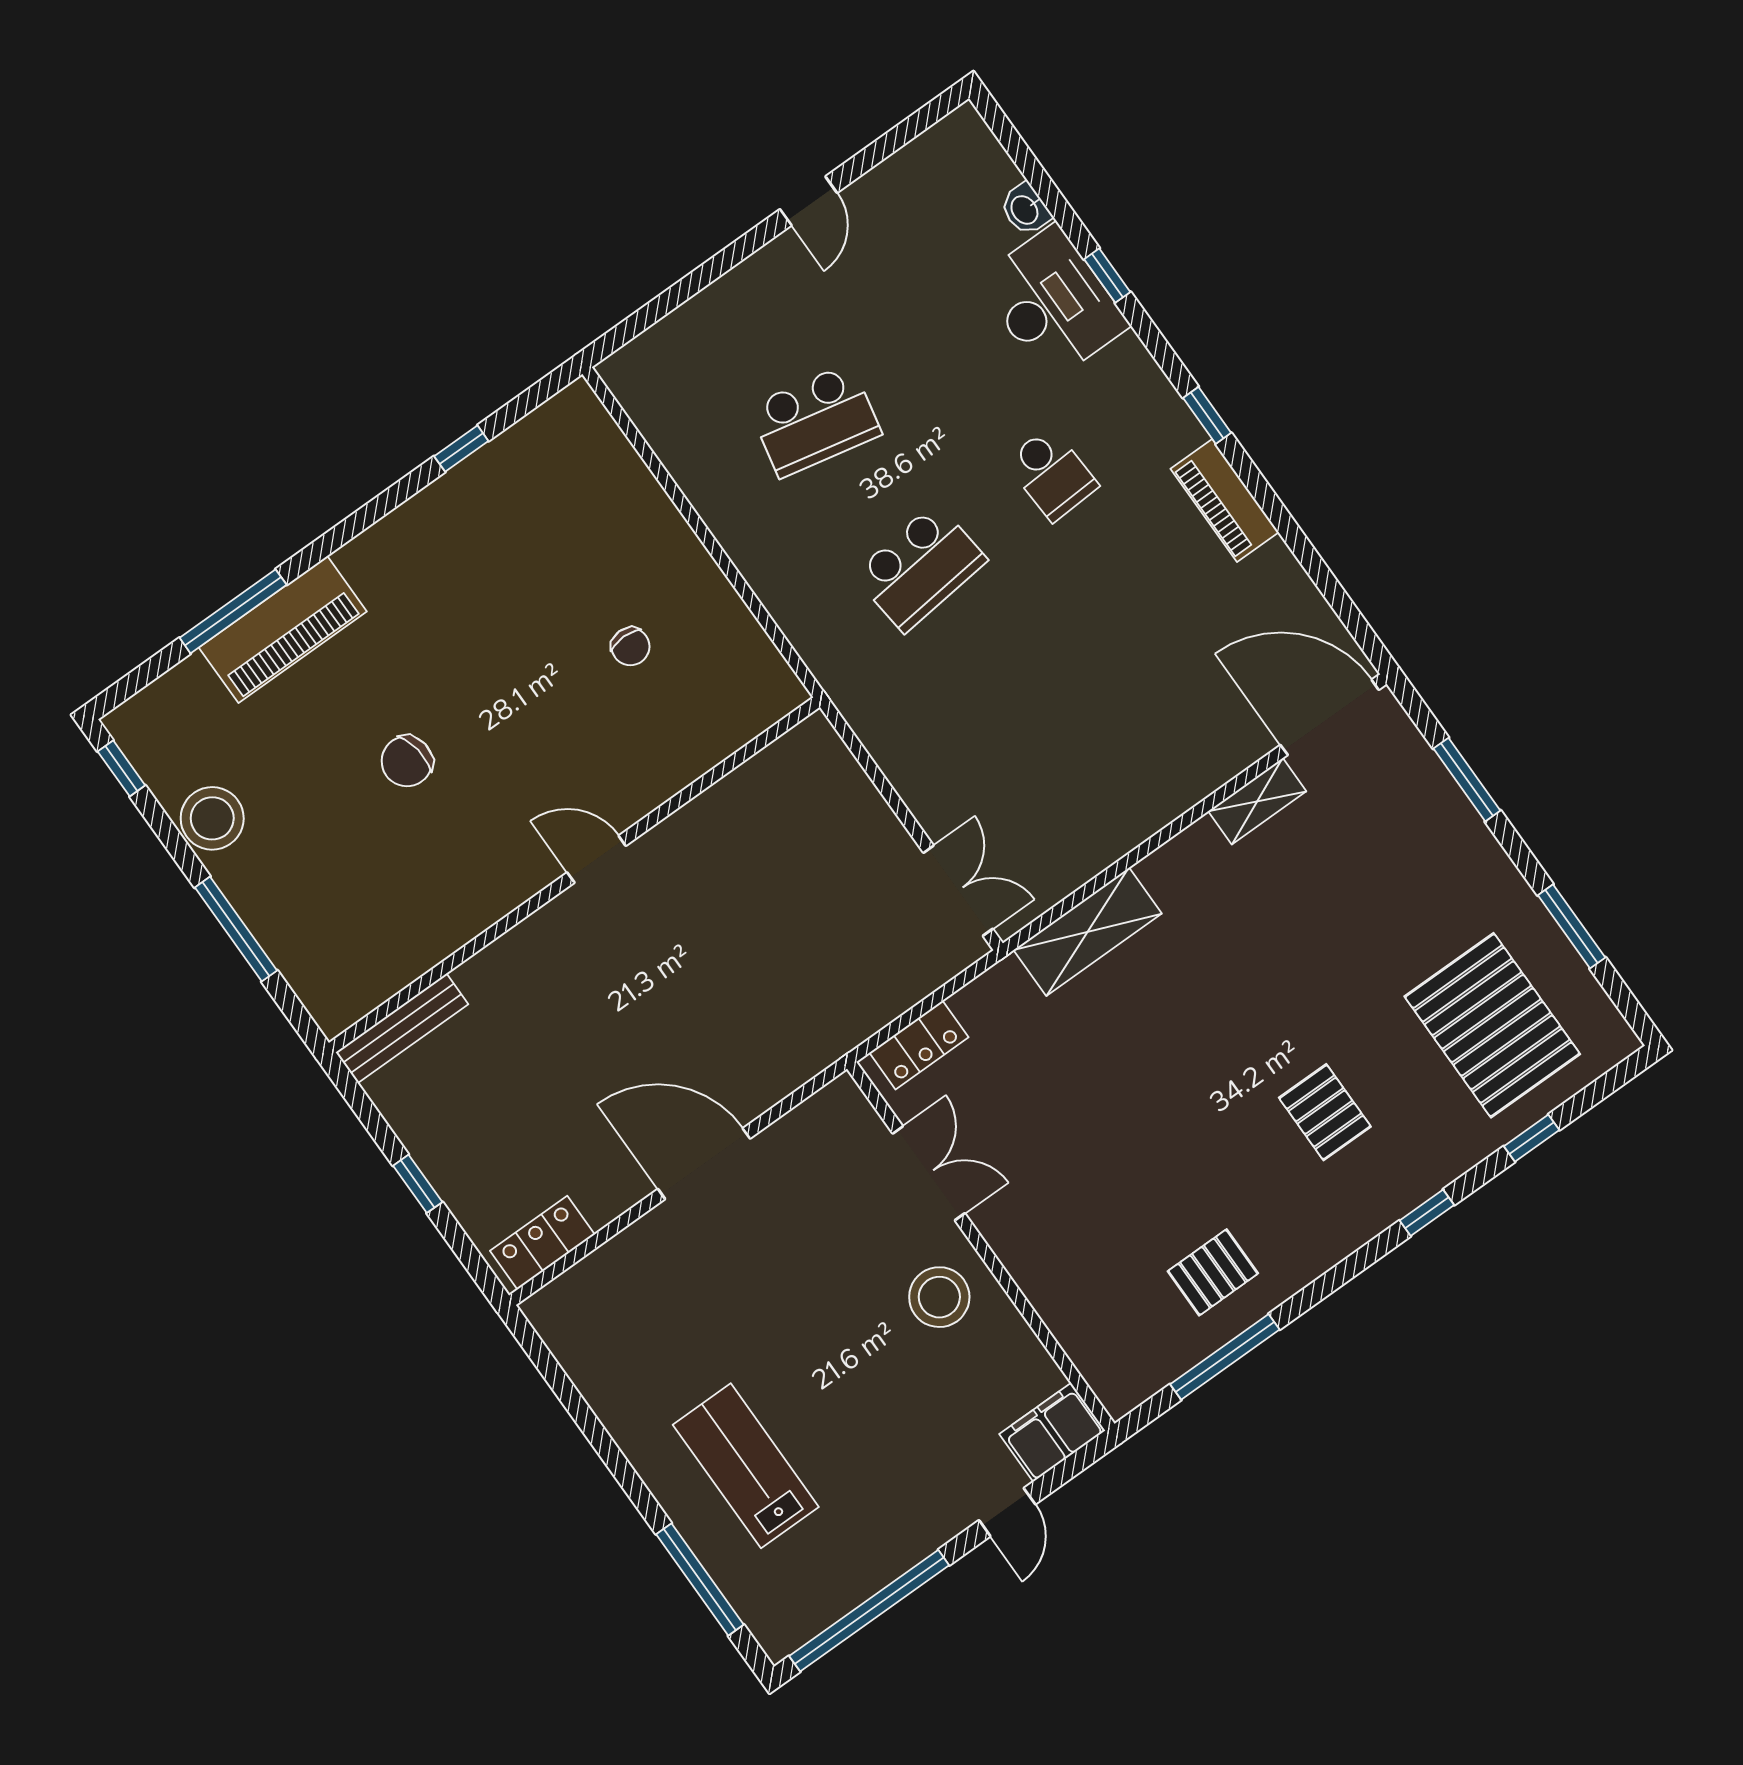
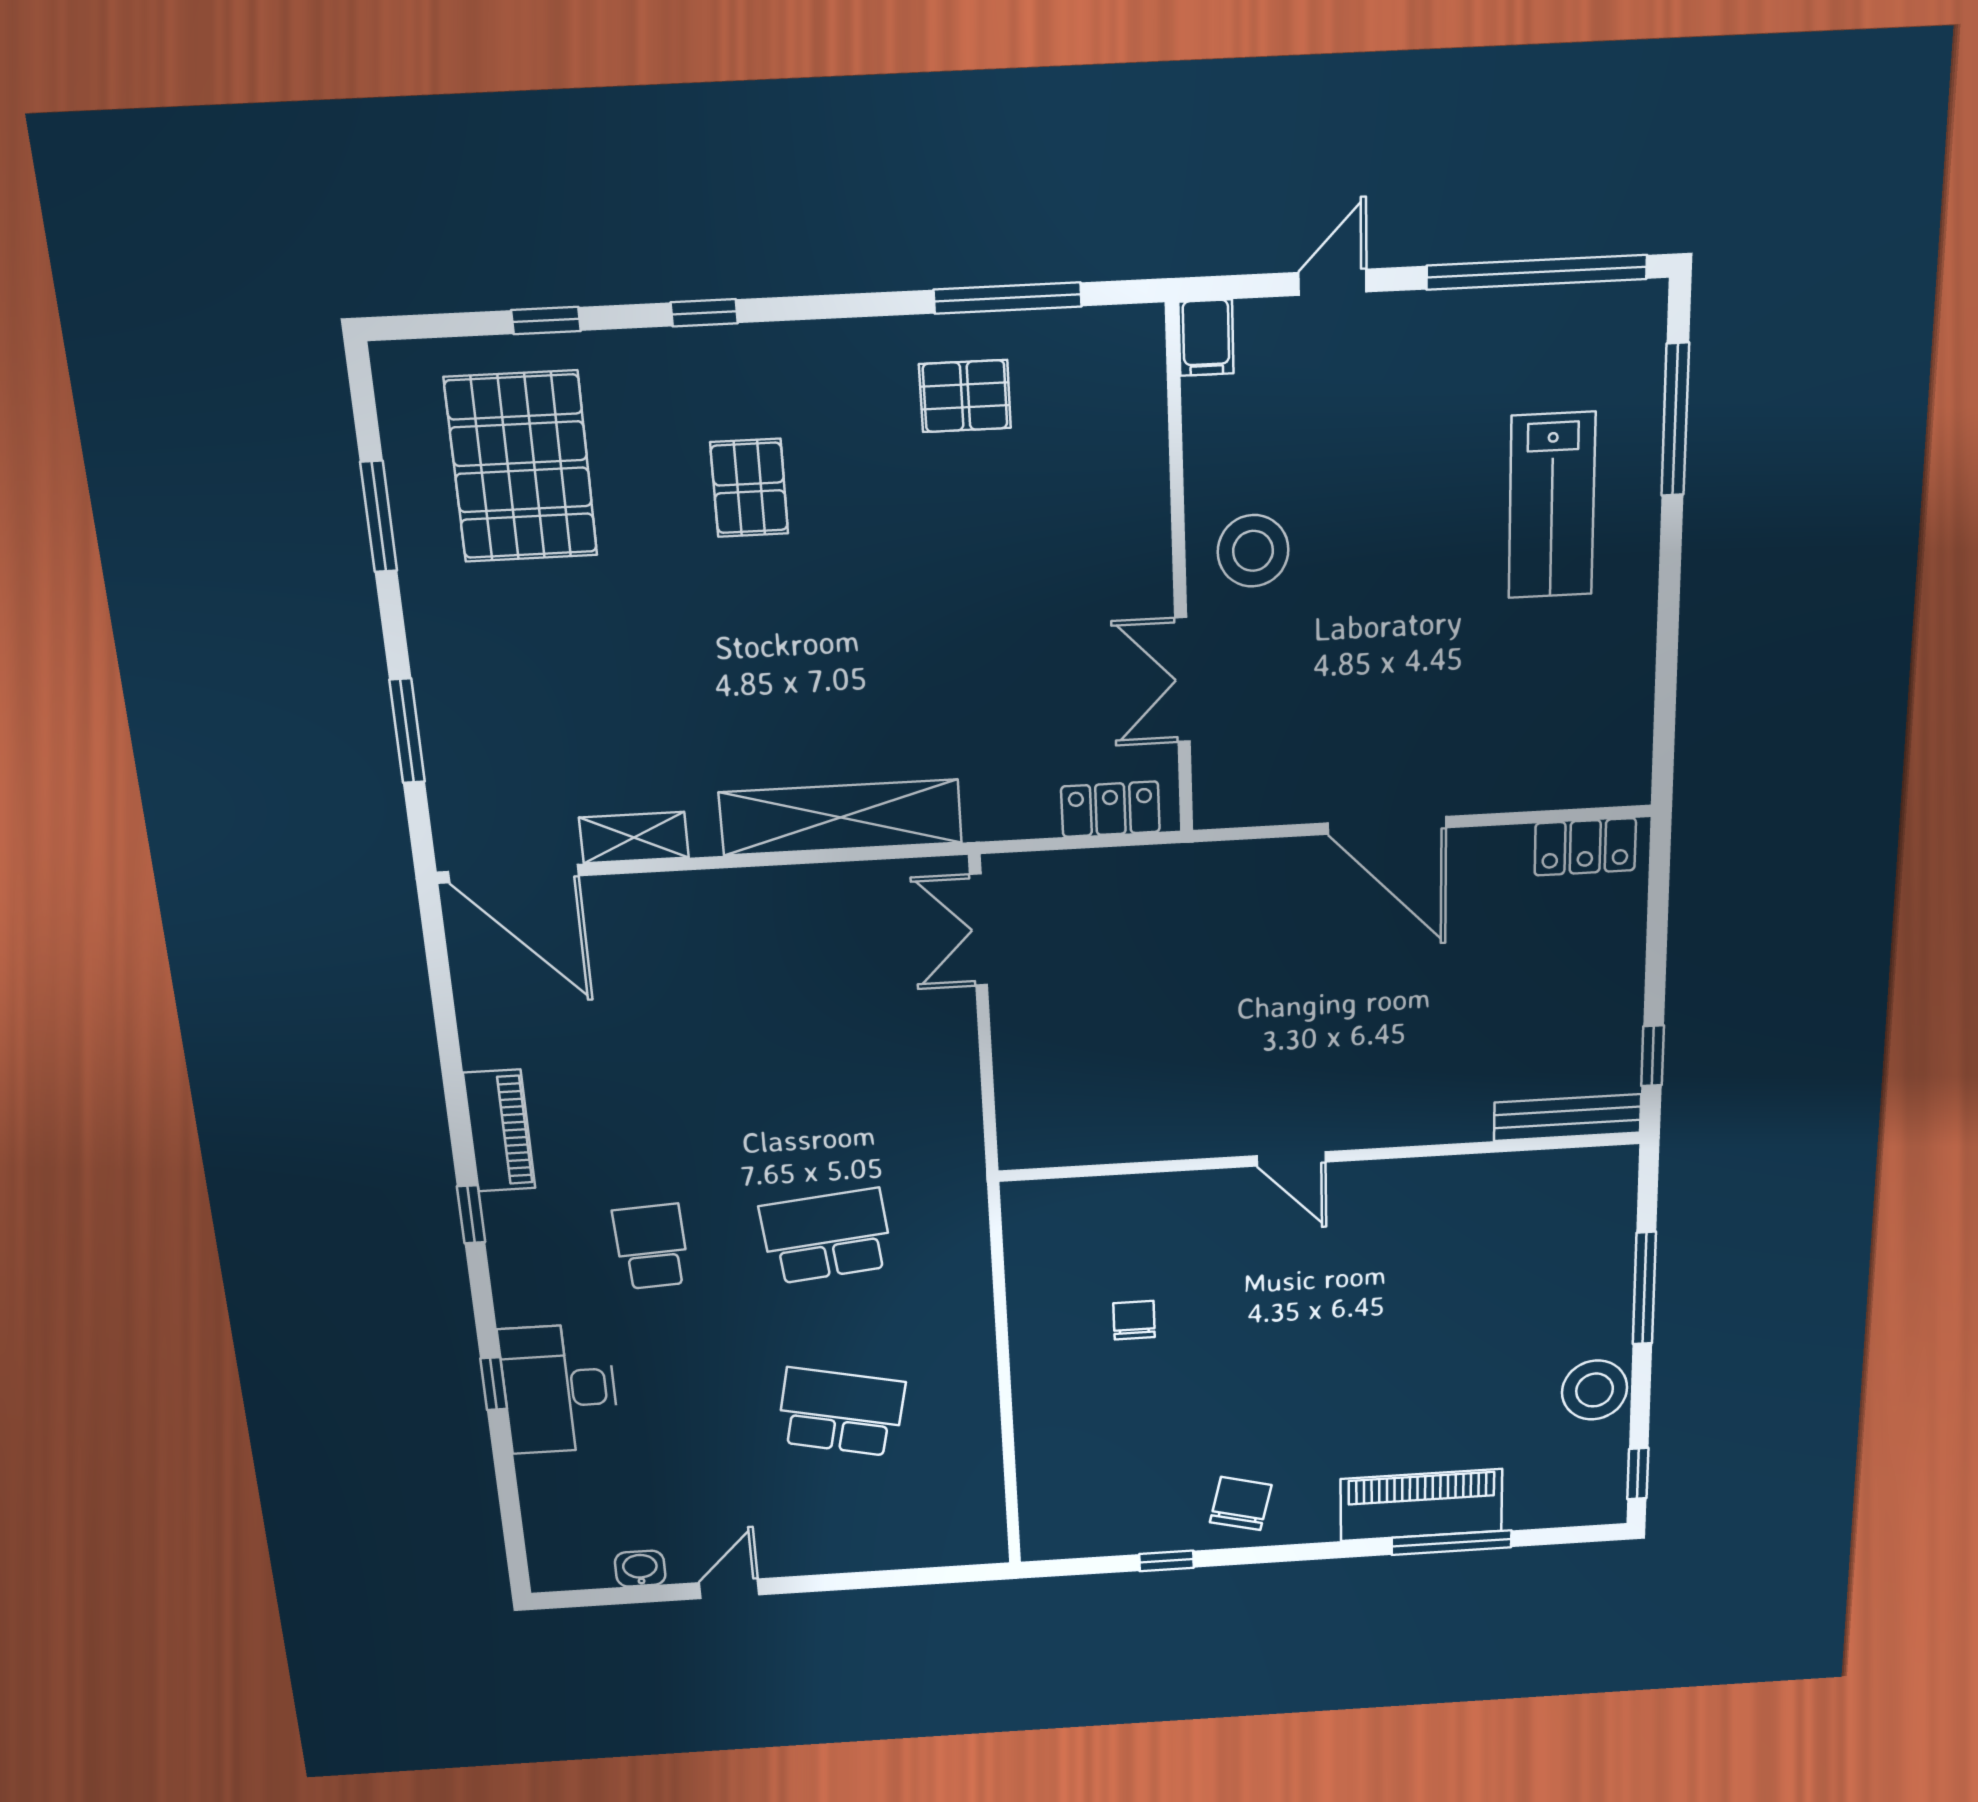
washbasin: (1025, 209) -> (640, 1569), moved, turned -90
chair: (407, 761) -> (1241, 1504), moved, turned -68
shelving: (1088, 932) -> (841, 818), width x1.47
window: (418, 1184) -> (1653, 1056), moved
filing cabinet: (1052, 1432) -> (1206, 338), width x0.50

